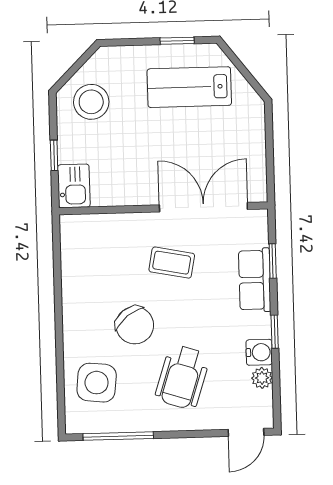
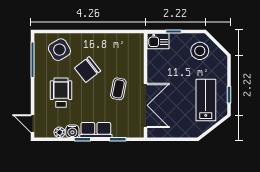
row of seats: (255, 280) -> (96, 130), moved
wheelchair: (182, 377) -> (61, 93), turned 72
side table: (97, 383) -> (59, 50), turned -36

